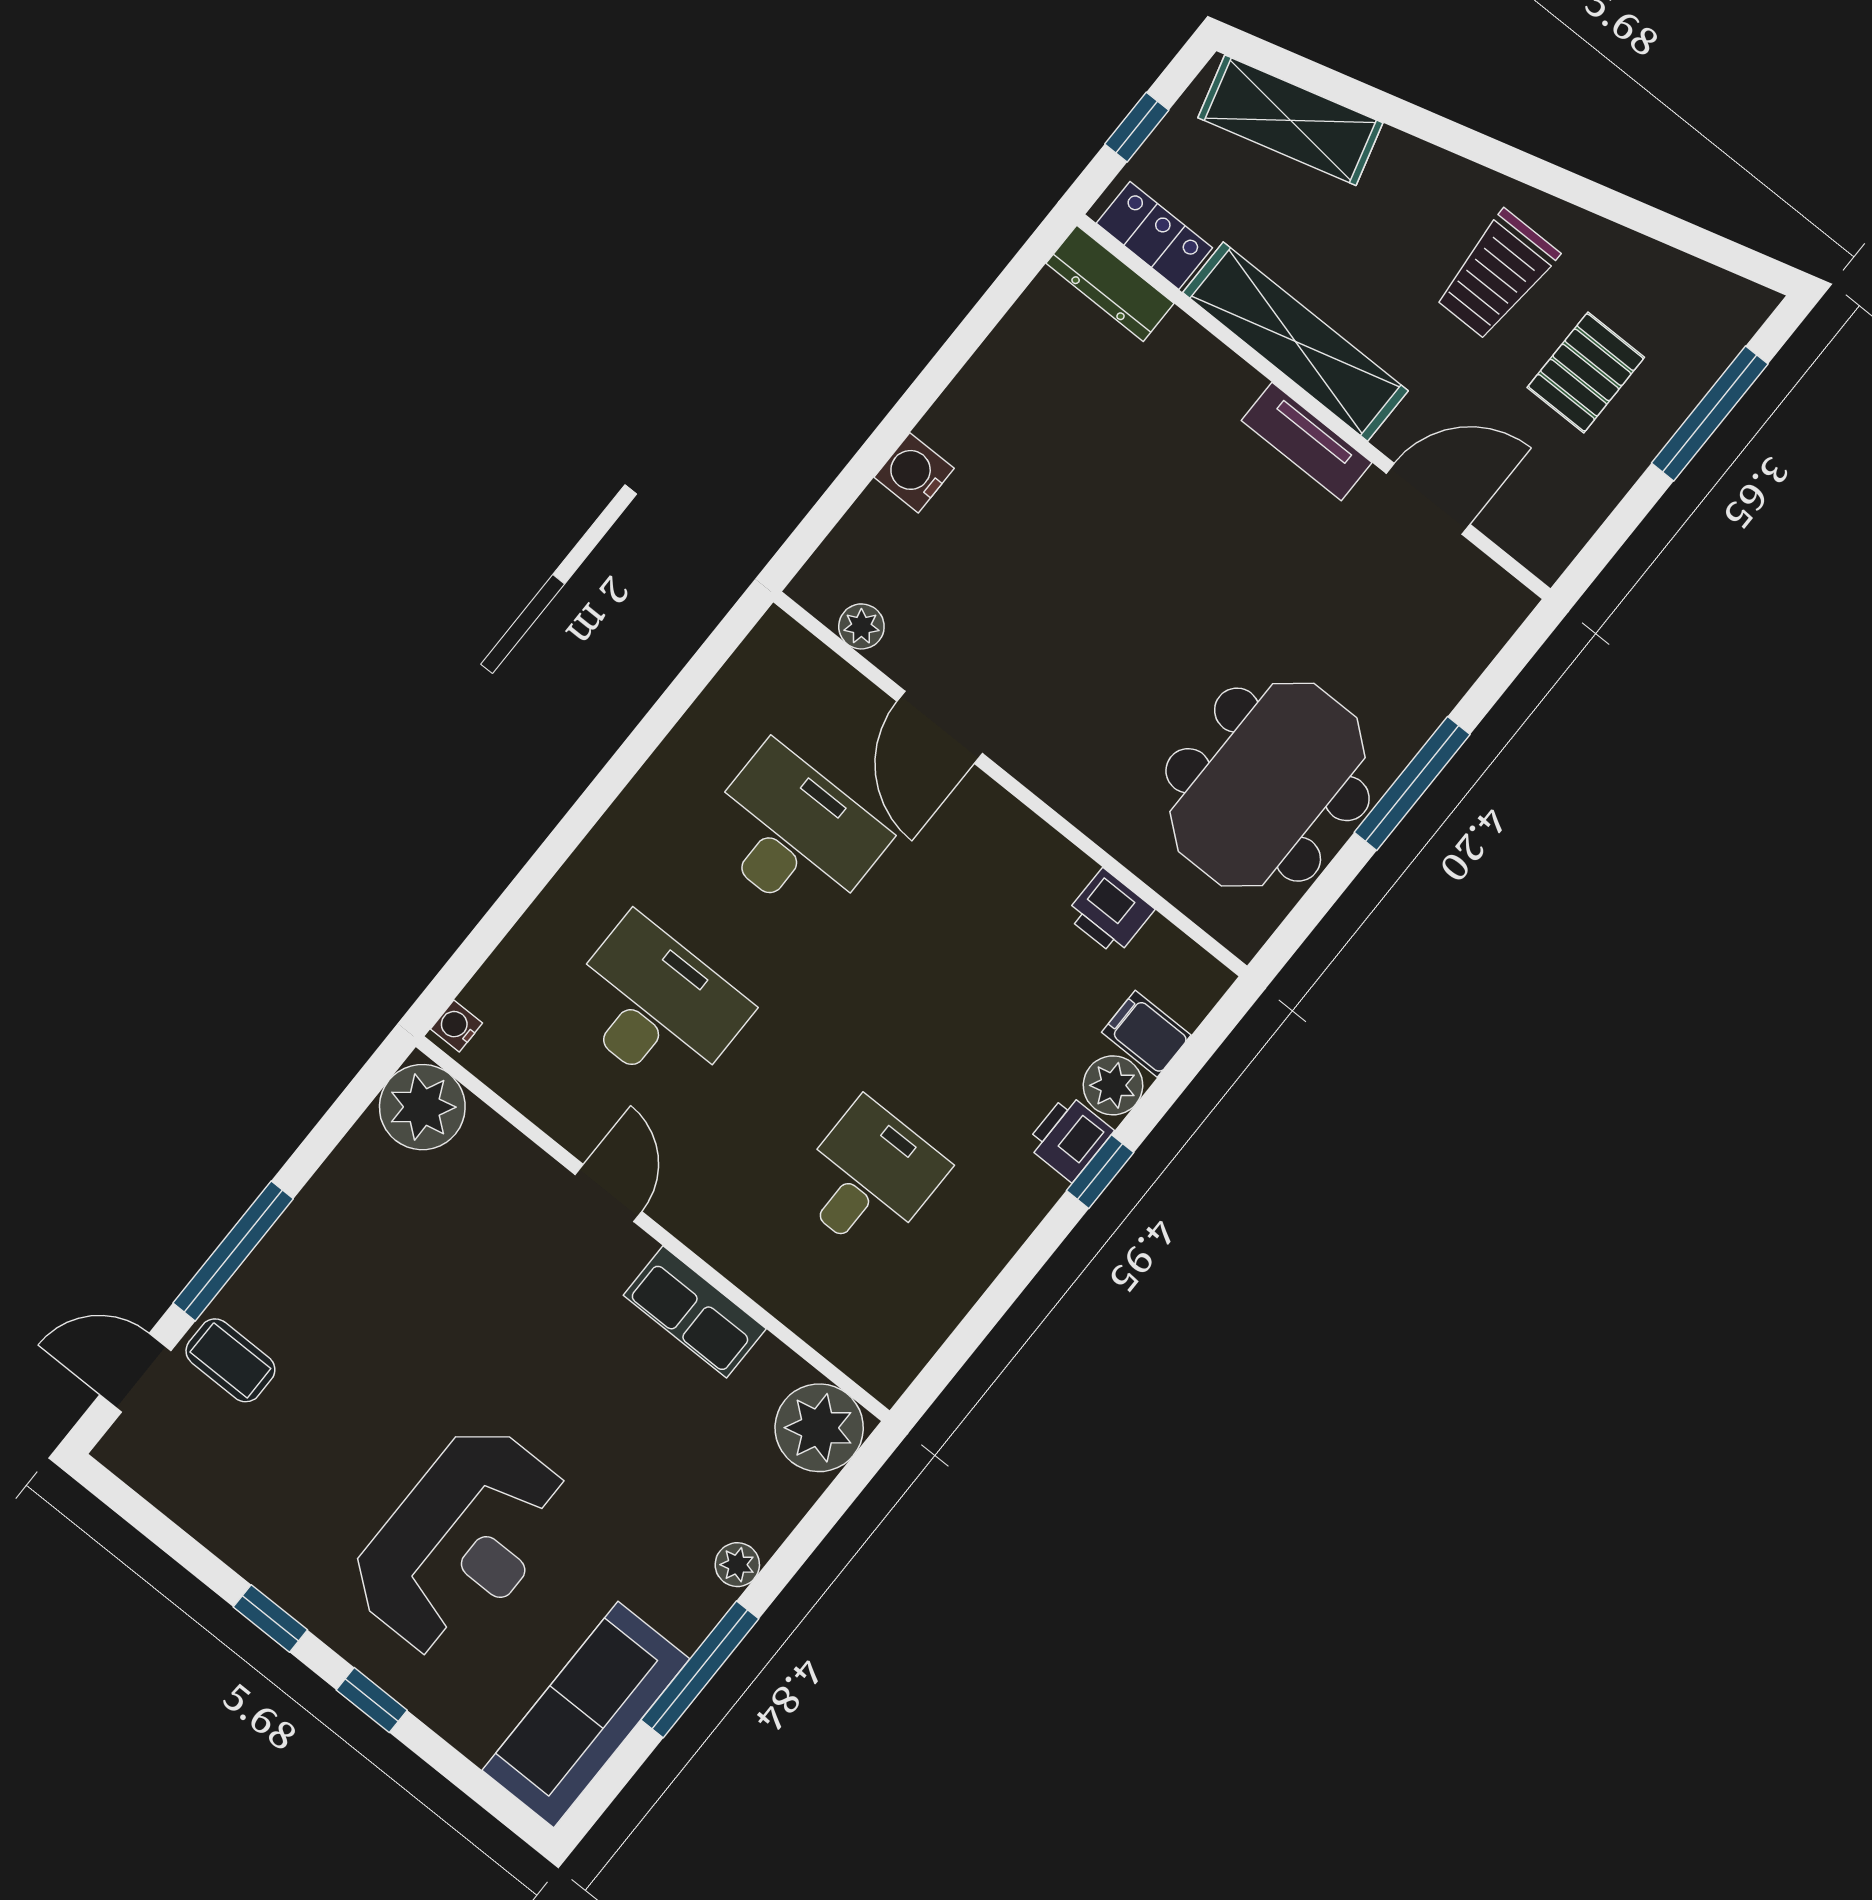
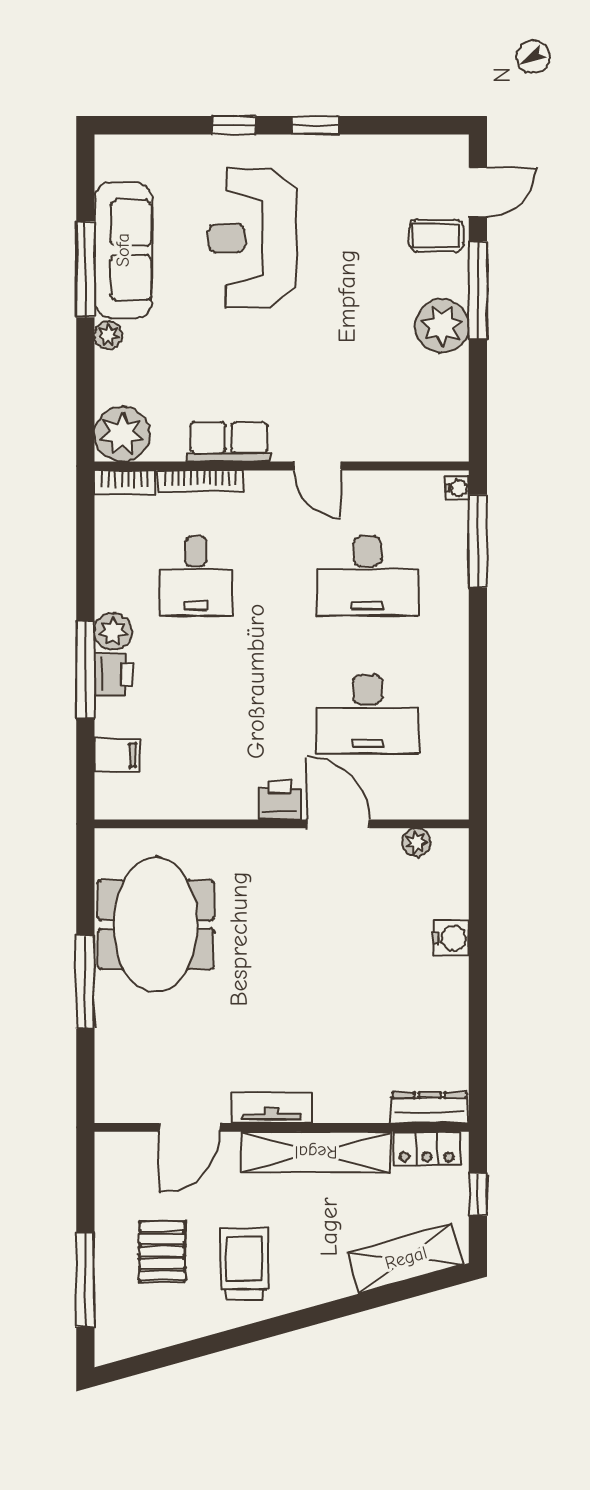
printer: (1110, 912) -> (280, 800), moved
window: (484, 939) -> (478, 541), added
plant: (1113, 1085) -> (113, 632), moved
plant: (422, 1107) -> (442, 326), moved
window: (1100, 1172) -> (85, 670), width x2.17
bookcase: (769, 1291) -> (201, 481), added
bookcase: (864, 1365) -> (125, 483), added
sofa: (586, 1714) -> (123, 250), moved

